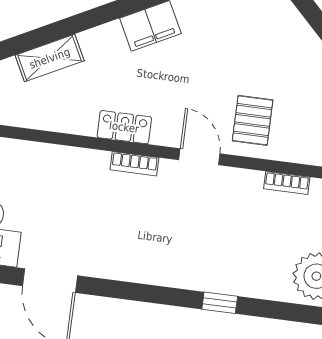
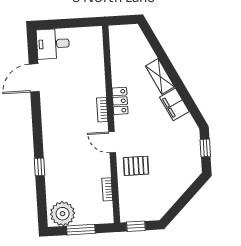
shelving: (50, 58) -> (160, 76), moved
door: (199, 157) -> (112, 142), swing flipped

